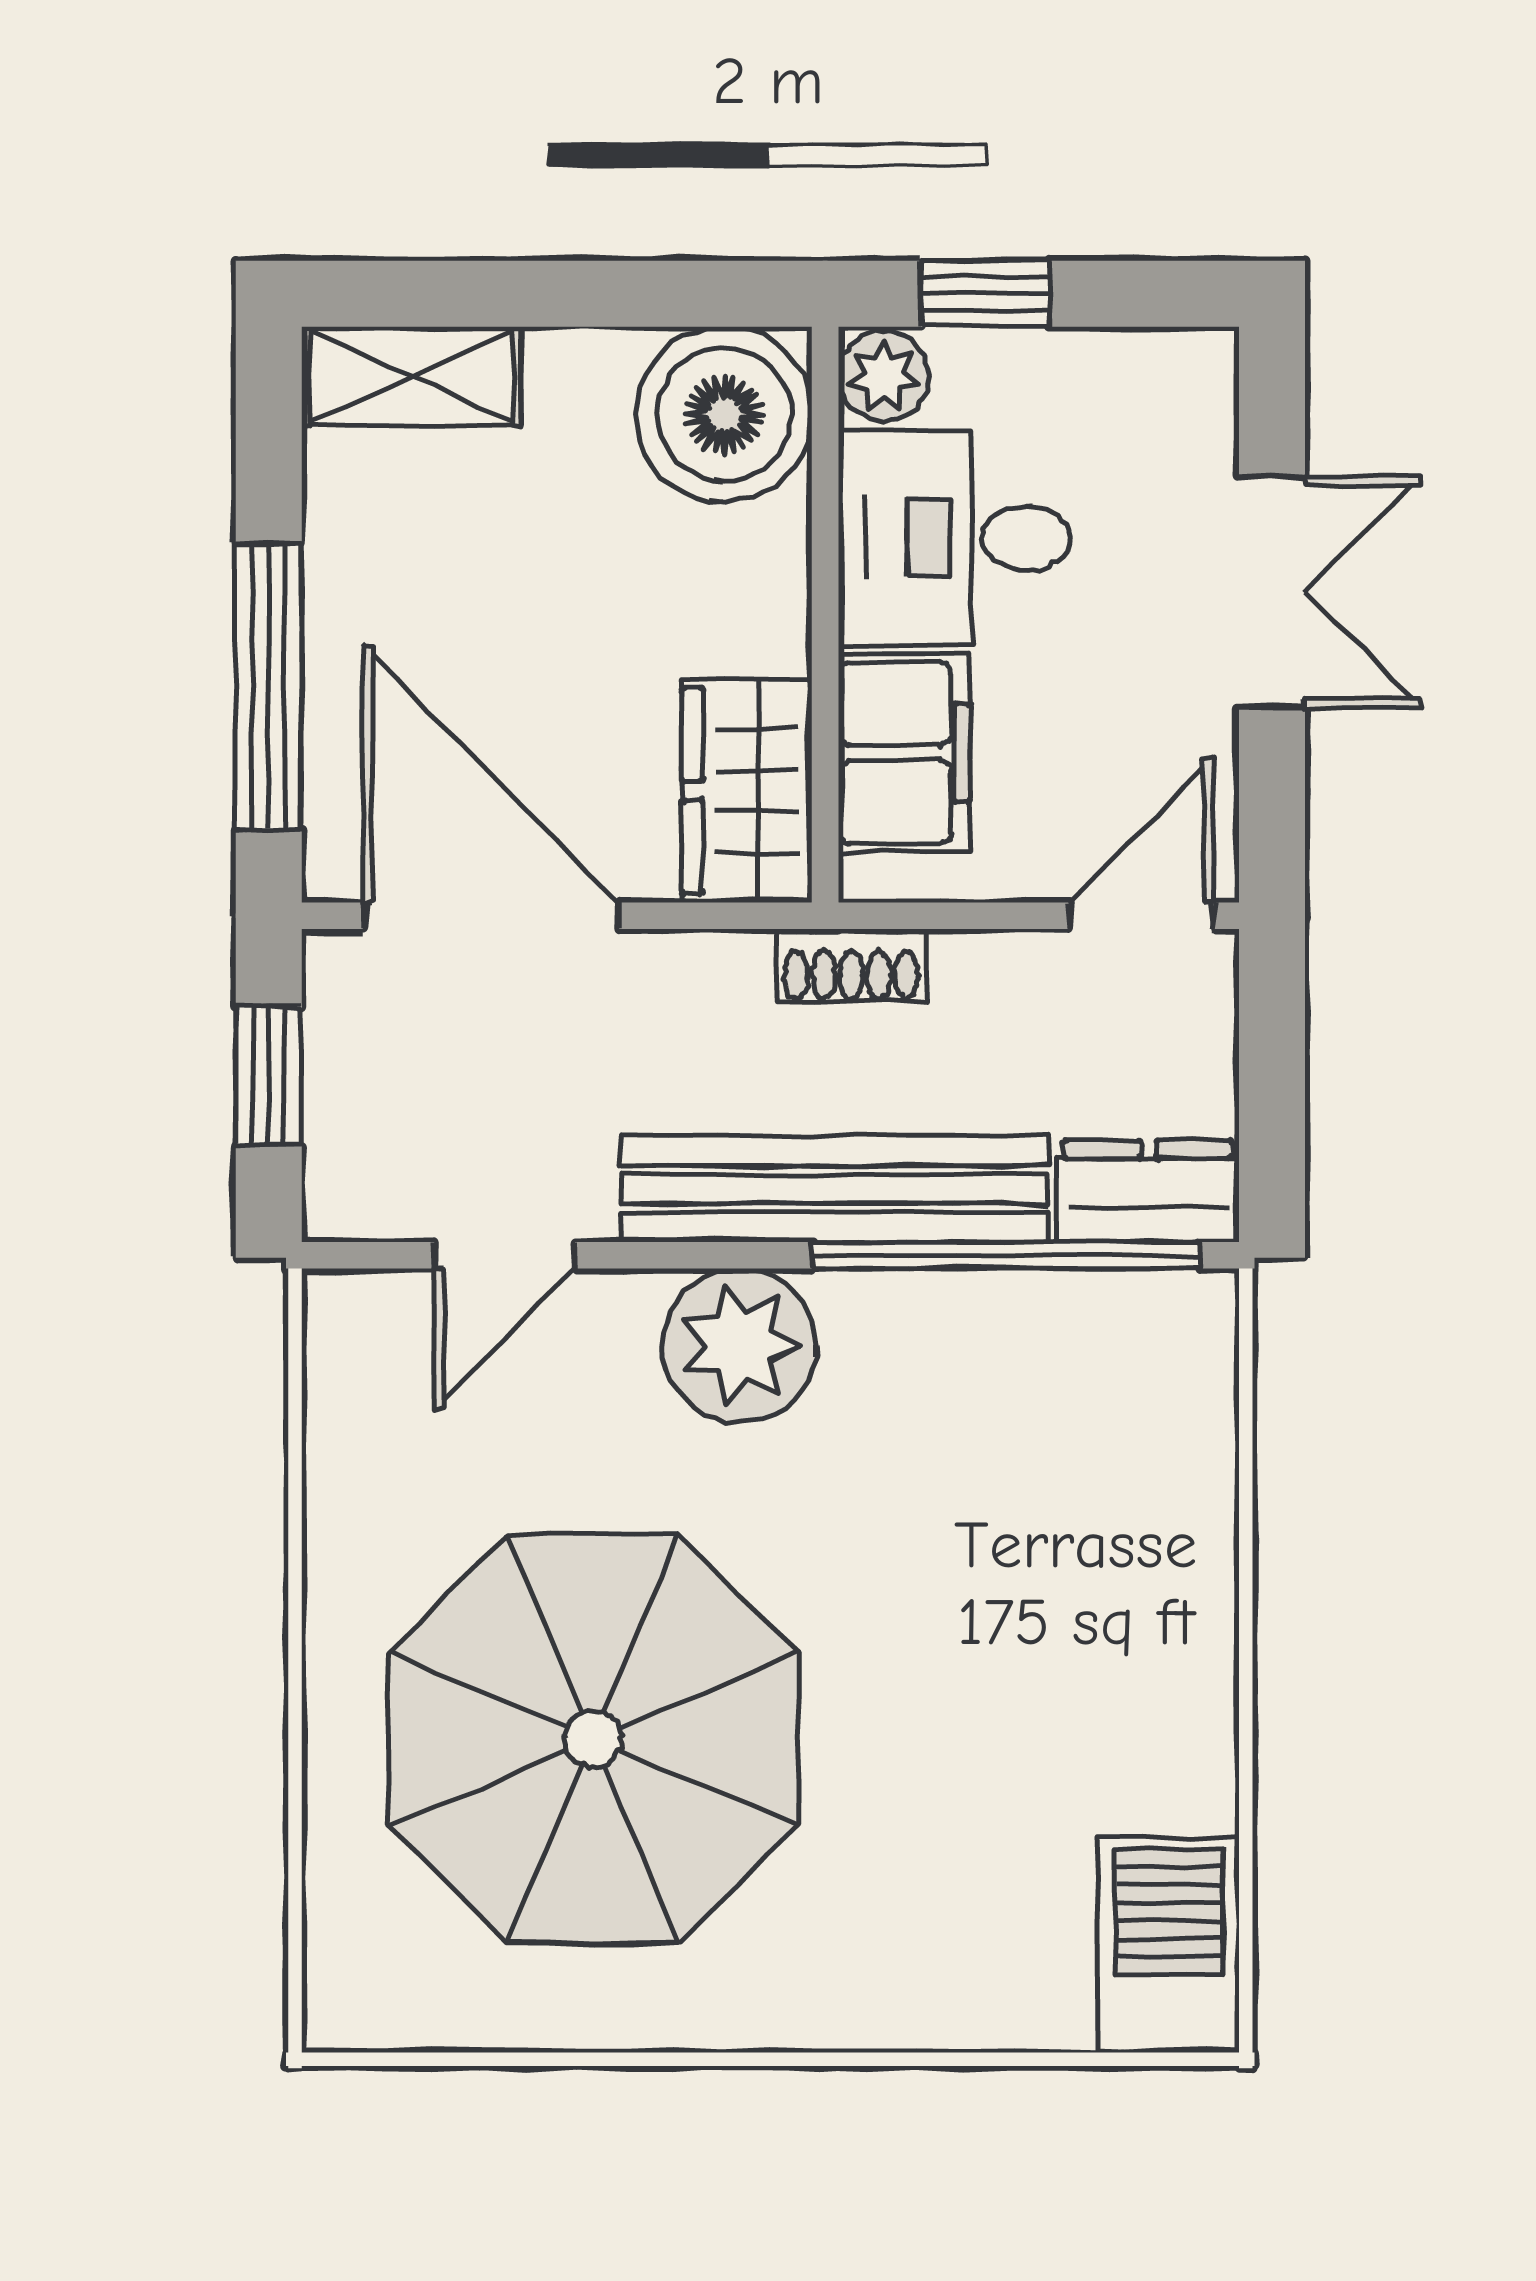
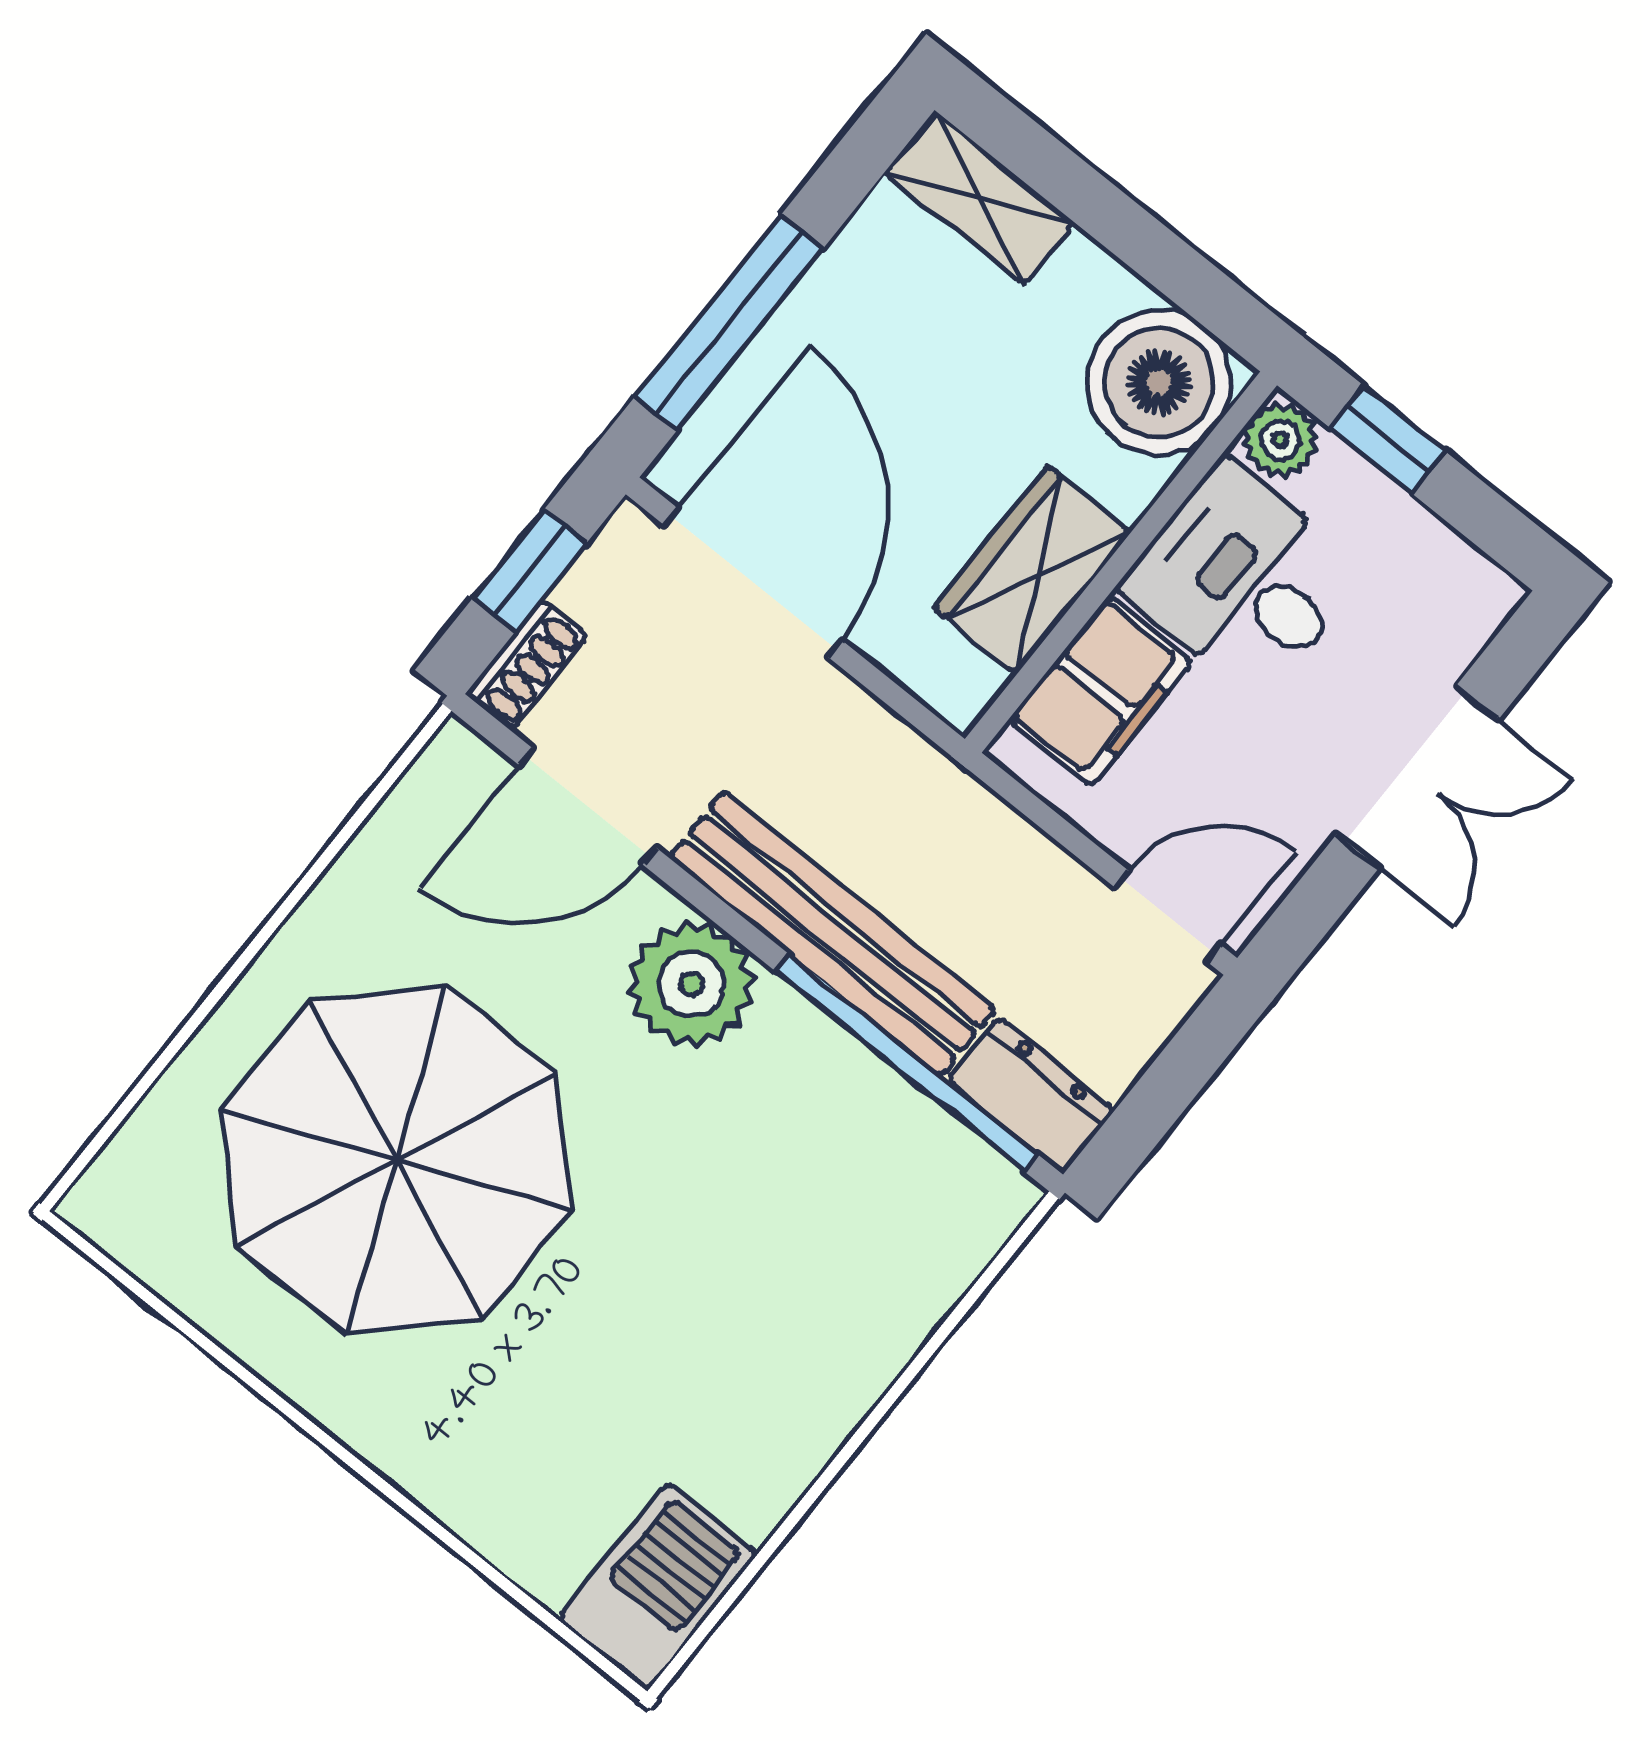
wardrobe: (747, 791) -> (1032, 570), moved
shoe rack: (851, 965) -> (527, 665), moved, turned -90
door: (505, 1255) -> (588, 806), width x1.38

